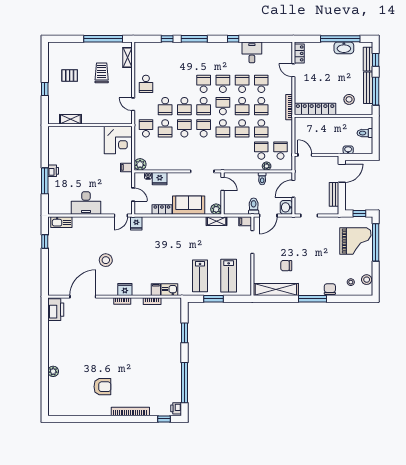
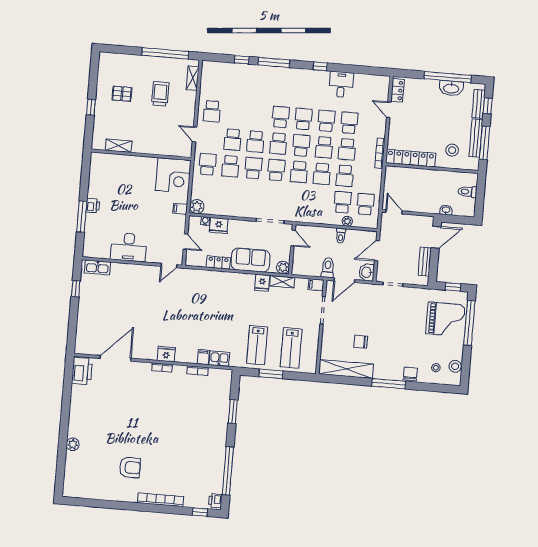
fridge: (136, 223) -> (262, 283), moved
stool: (106, 260) -> (146, 317), removed

